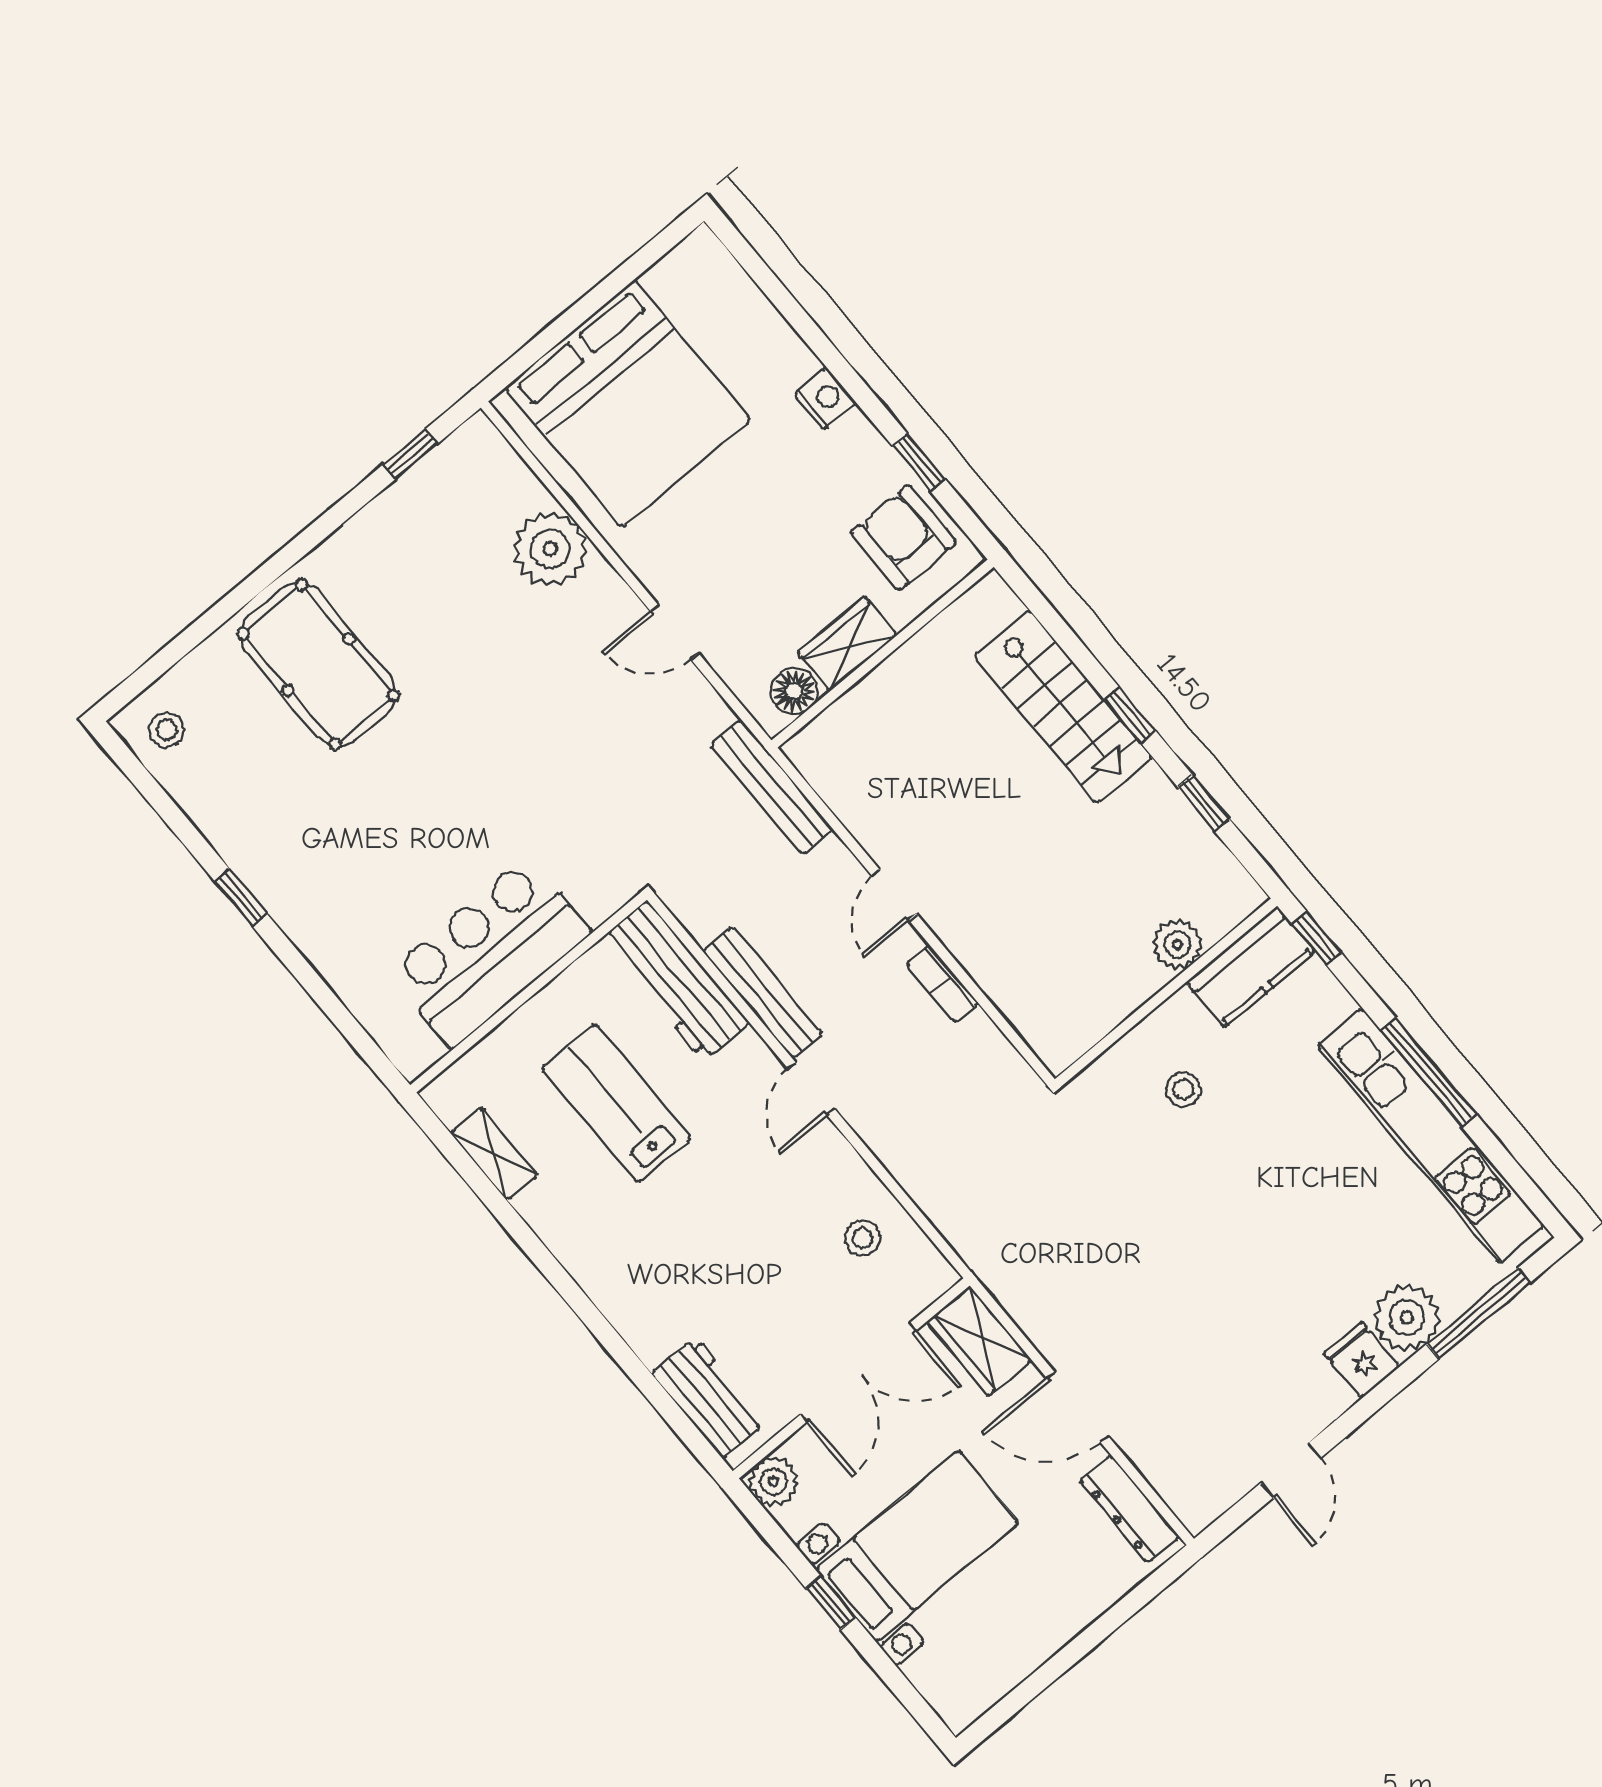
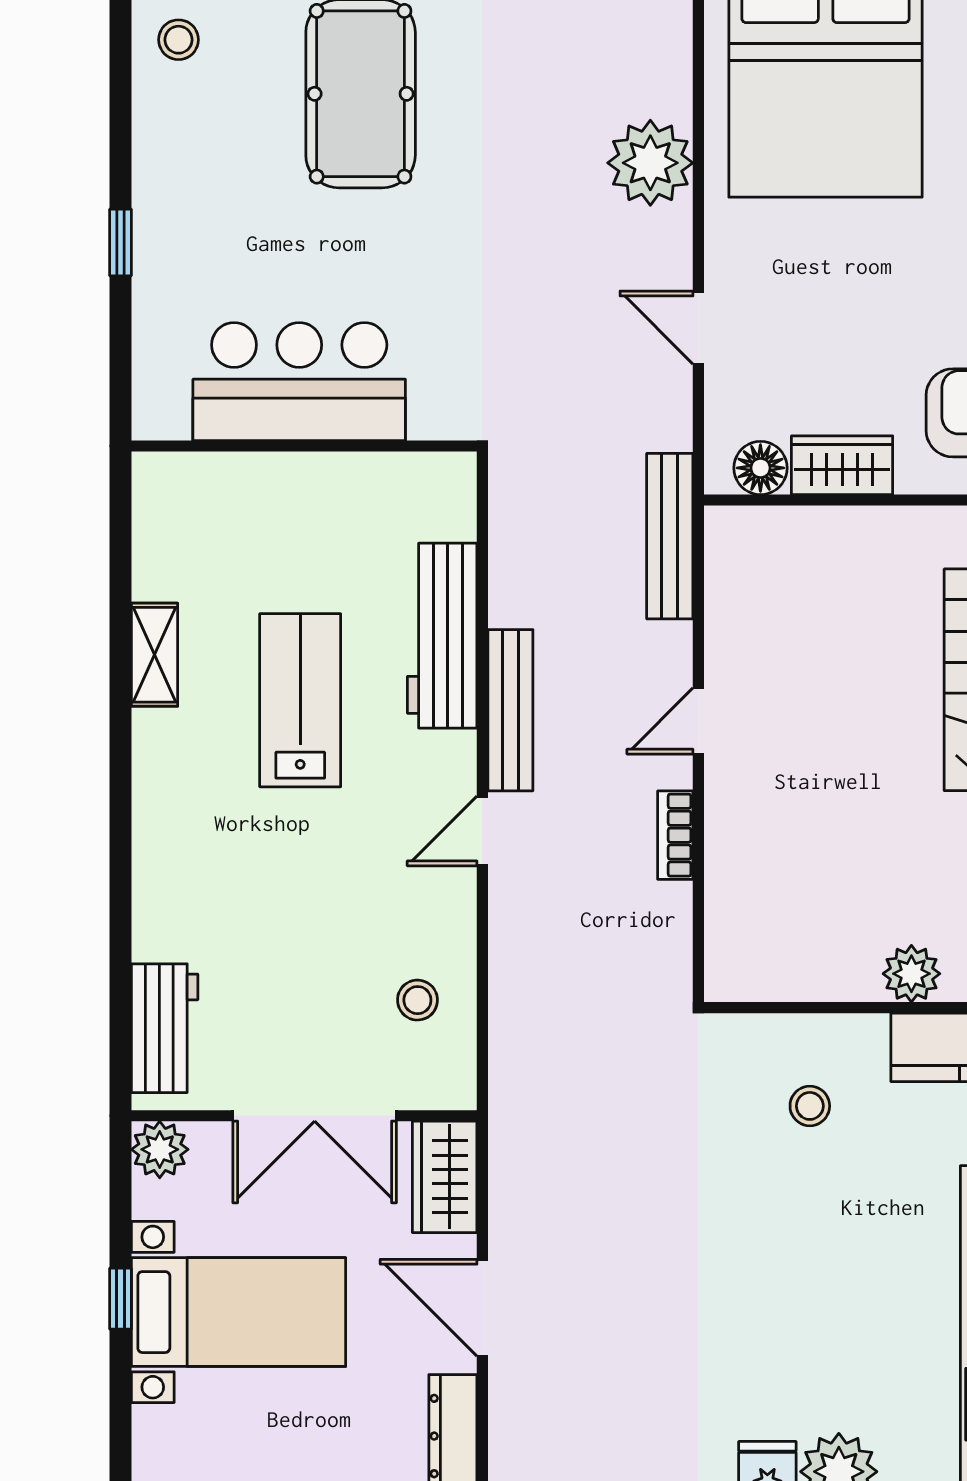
bar counter: (489, 952) -> (299, 382), moved
wall: (529, 992) -> (304, 446), moved

